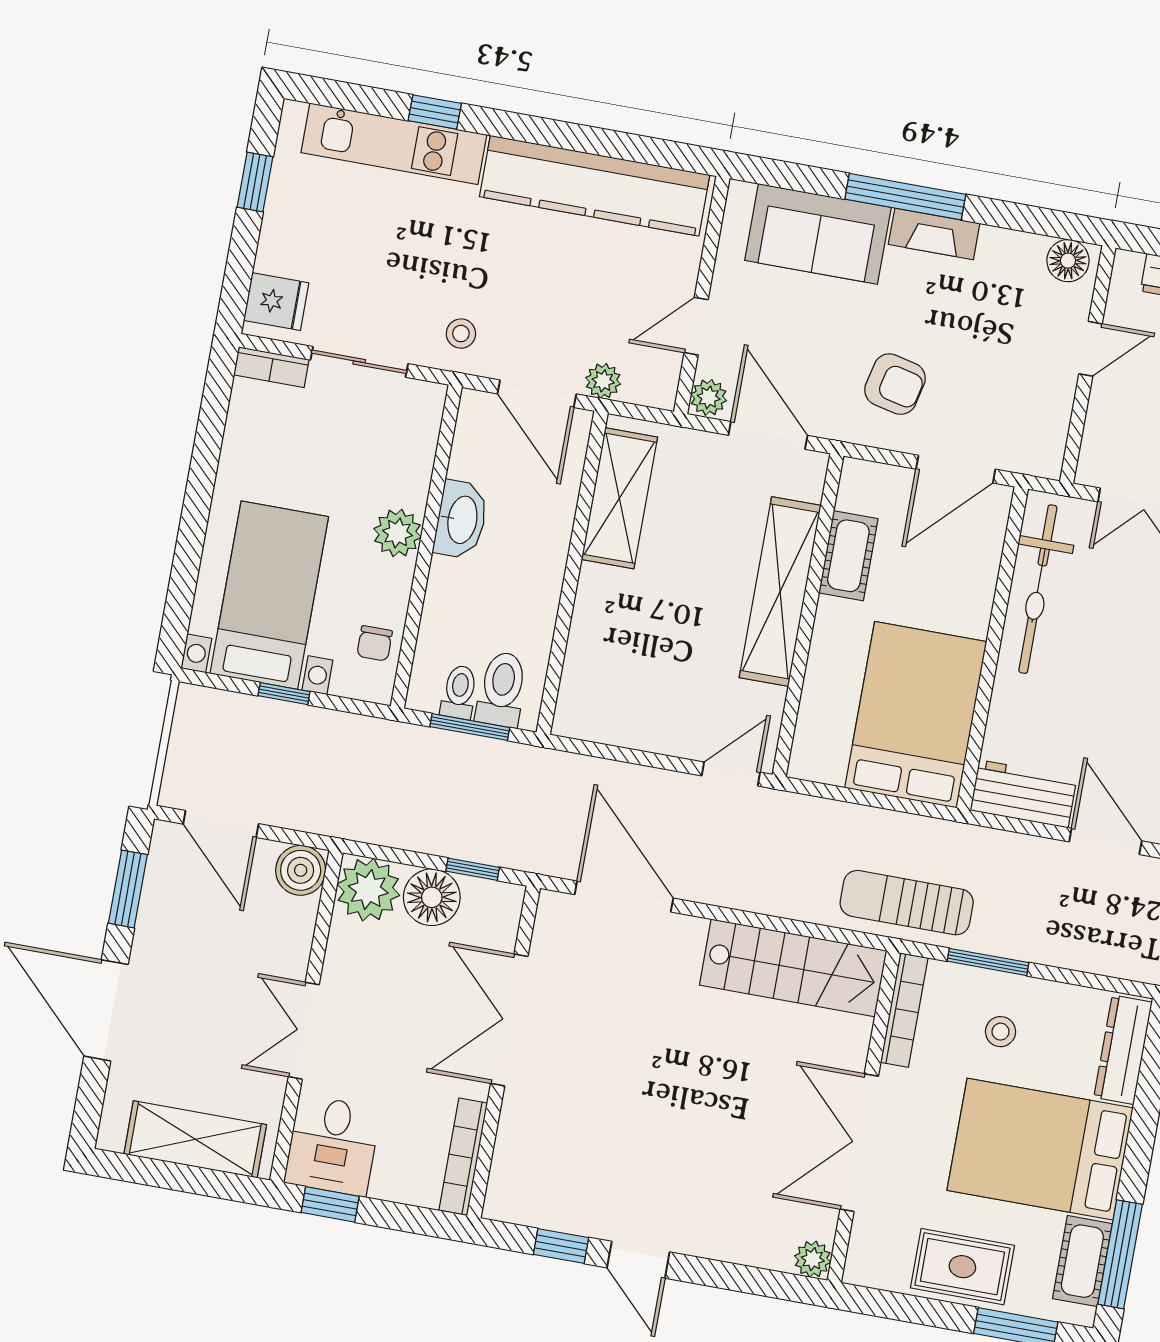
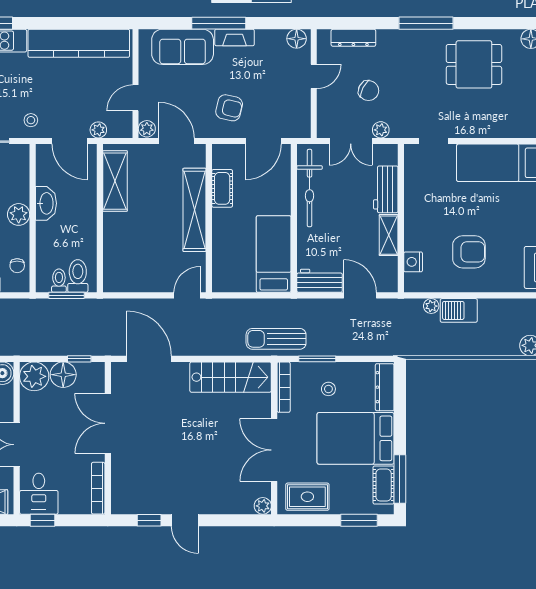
bed: (916, 715) -> (274, 254), width x0.67
rug: (962, 1267) -> (307, 497), moved

